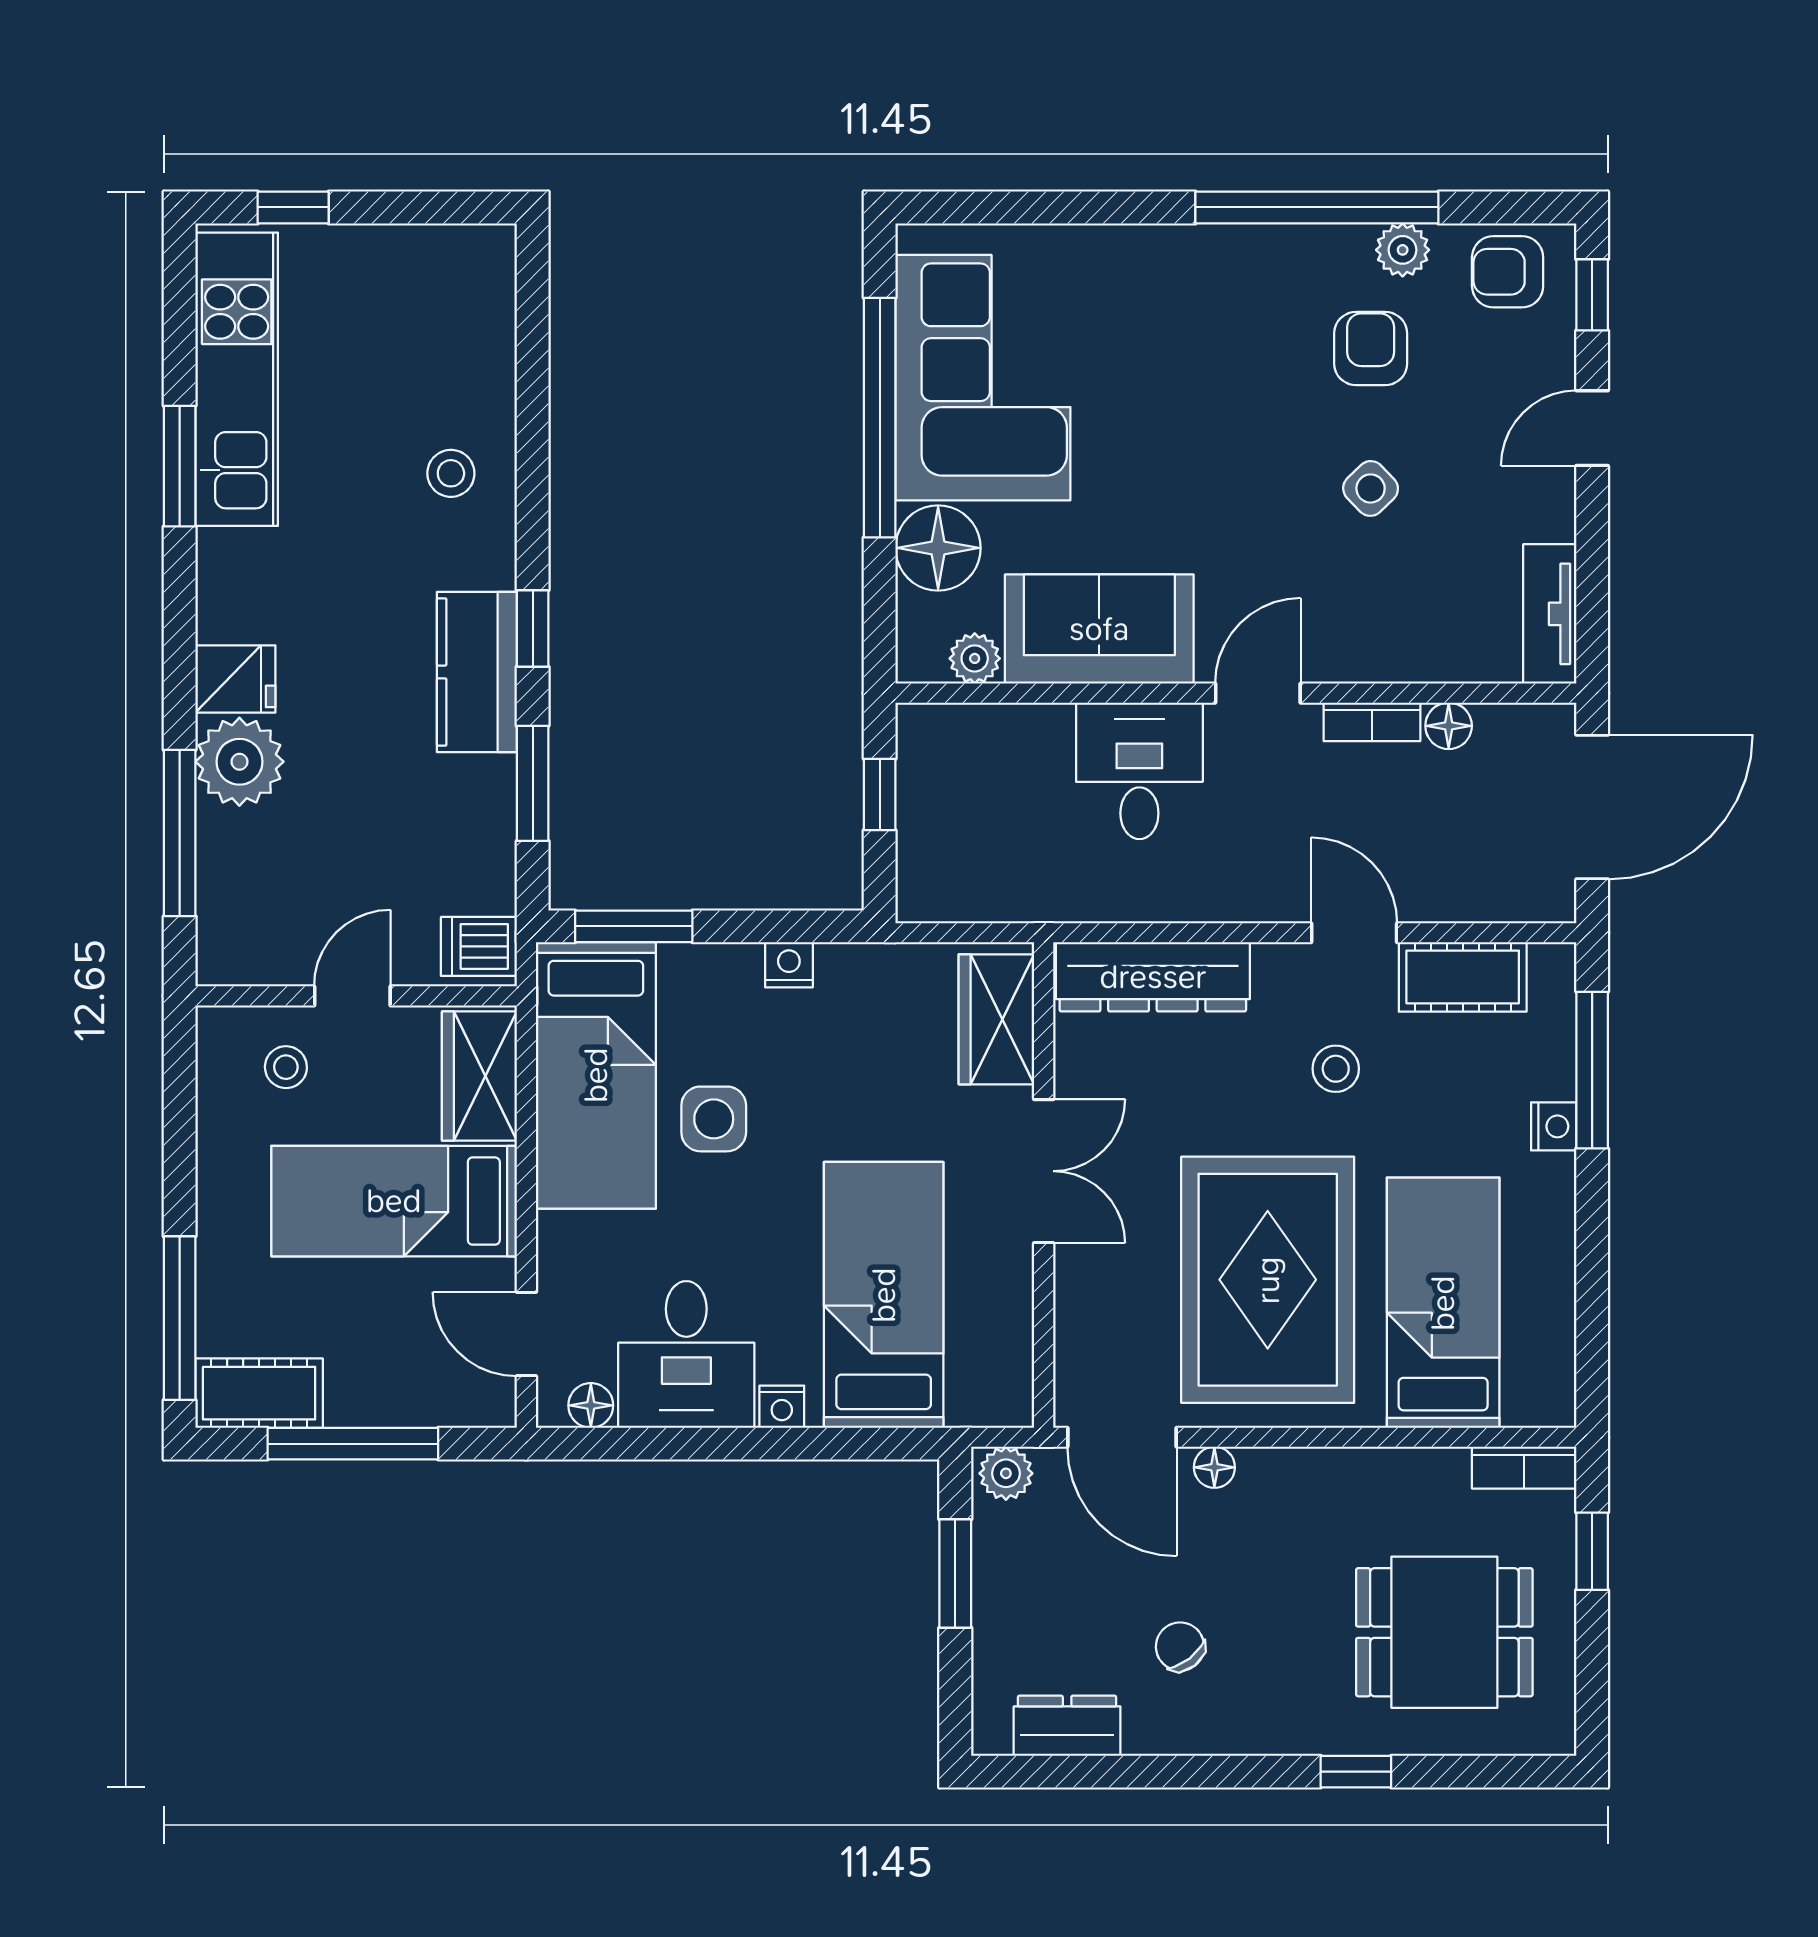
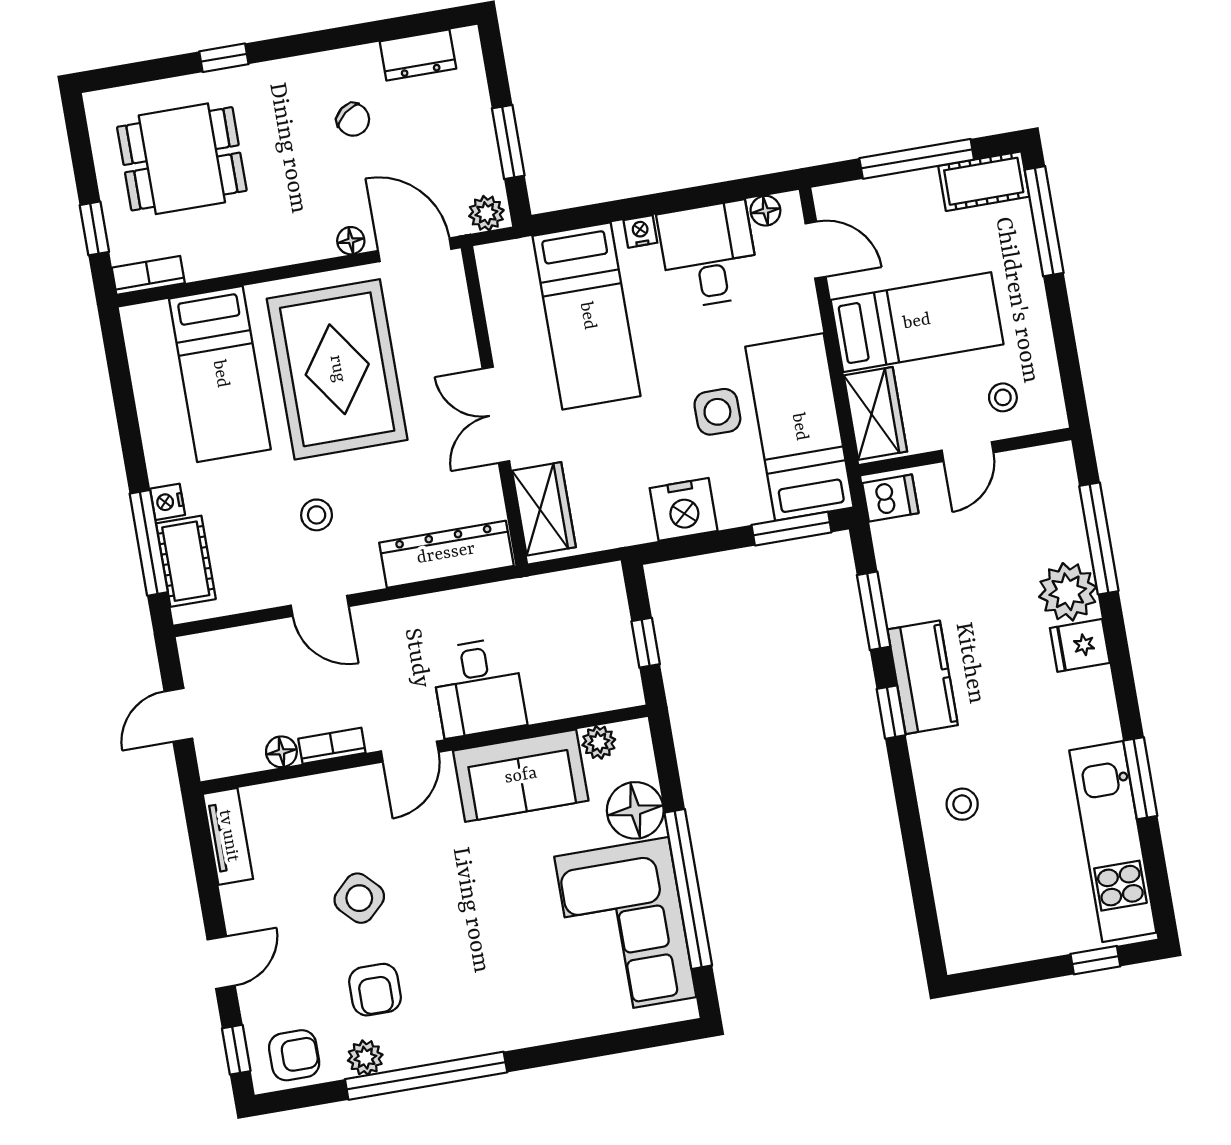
side table: (1371, 488) -> (359, 898), width x1.37, depth x1.37
door: (1592, 807) -> (178, 715), width x0.53
nightstand: (789, 965) -> (684, 509), width x1.89, depth x1.79
cot: (1463, 977) -> (186, 561), moved, turned 90

